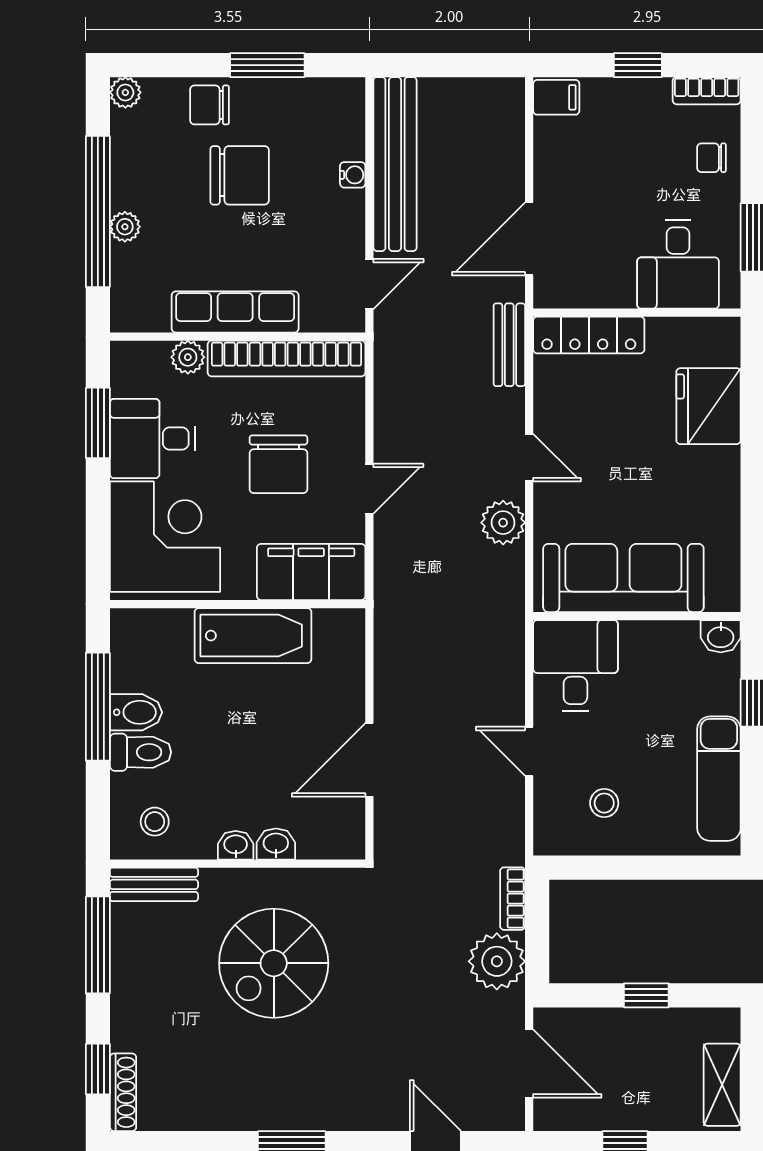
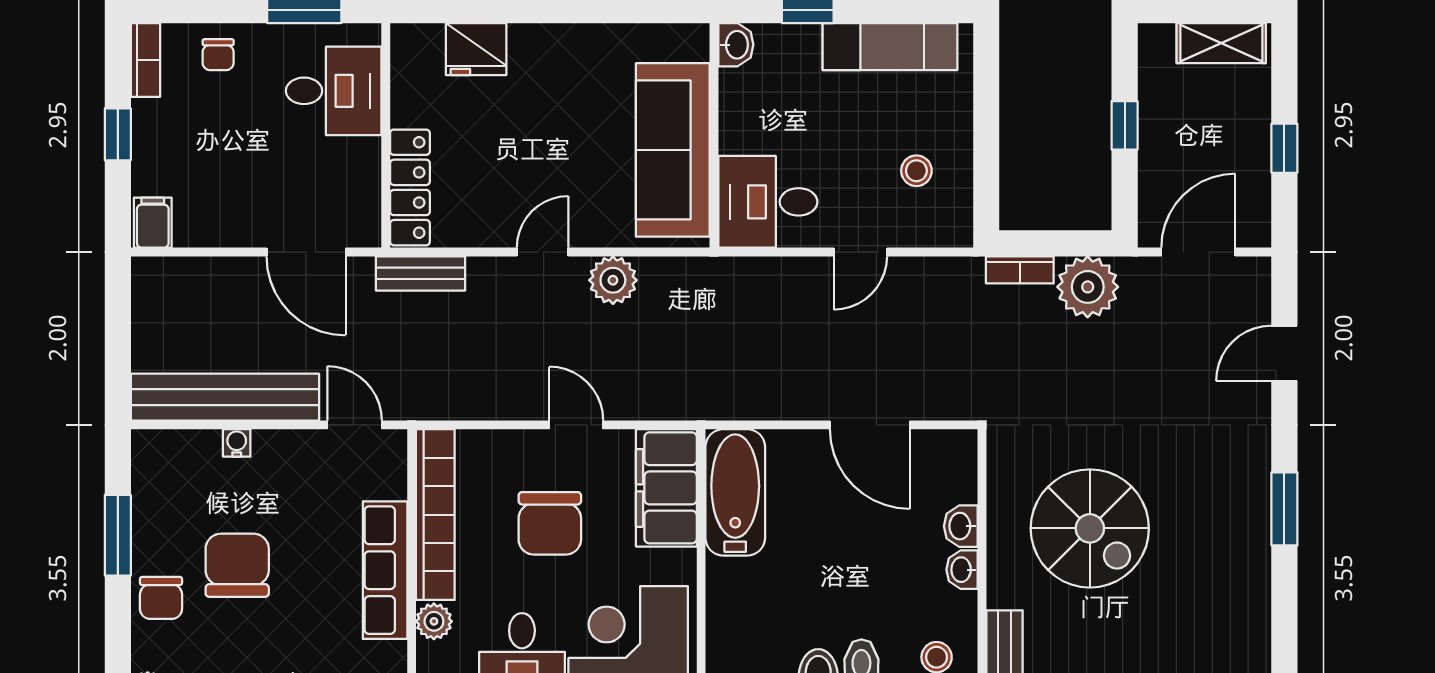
fridge: (708, 406) -> (476, 49), width x0.73, depth x0.75
chair: (278, 464) -> (550, 523), turned 90
bathtub: (253, 636) -> (735, 492), moved

